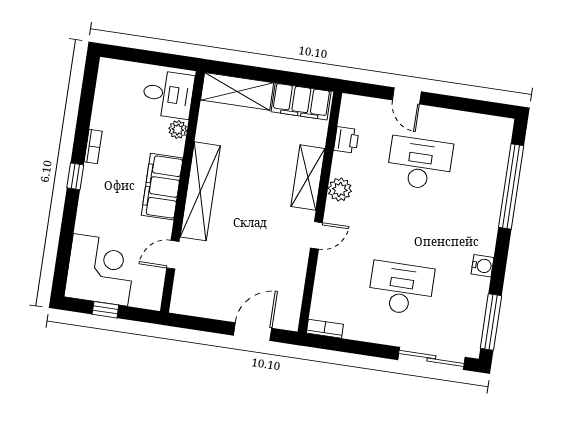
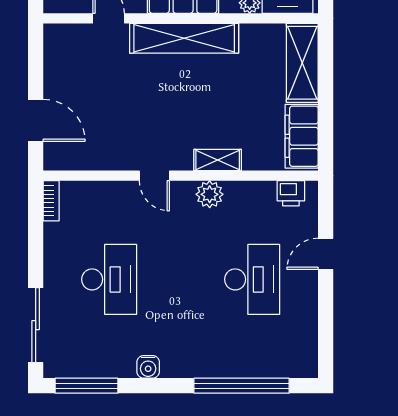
printer: (346, 140) -> (291, 193), moved
shelving: (308, 178) -> (218, 160), width x0.67, depth x0.75

